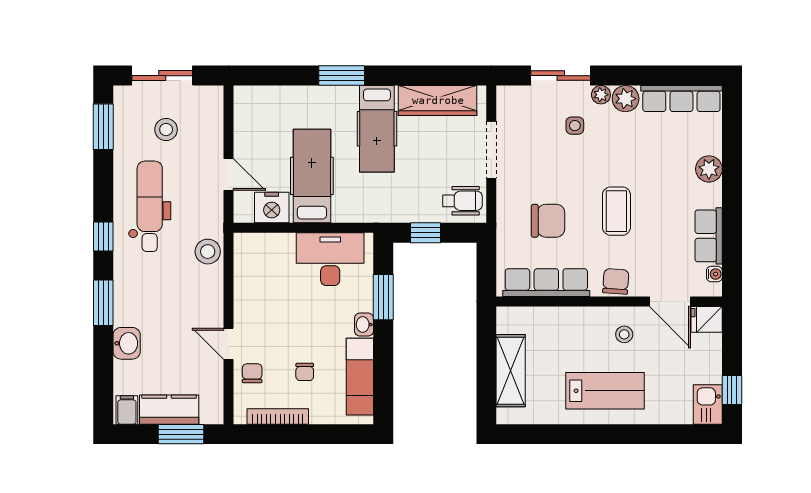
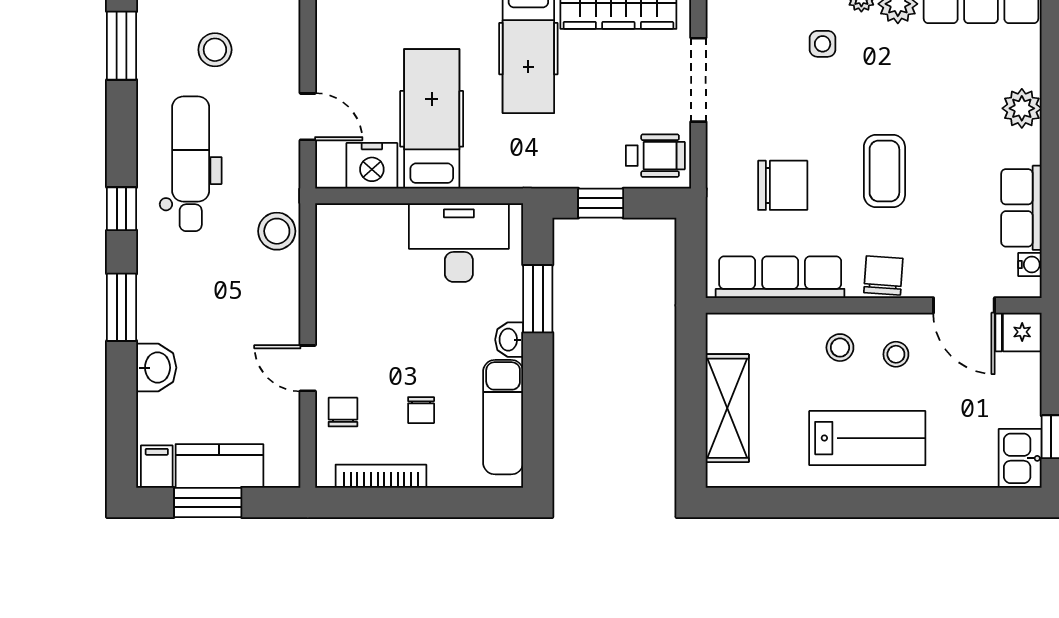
stool: (587, 330) -> (840, 348), added
window: (181, 434) -> (208, 502), moved

